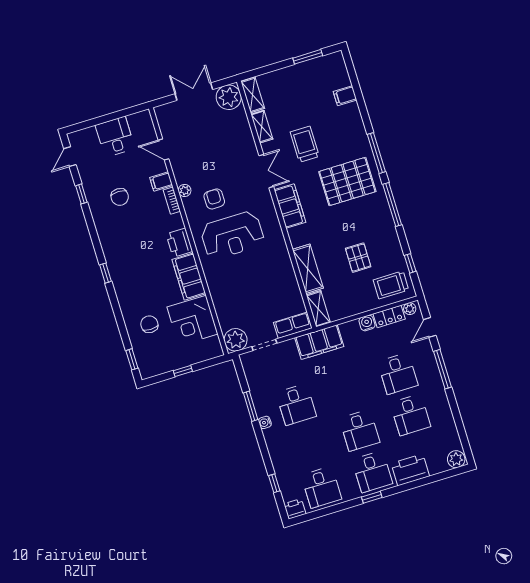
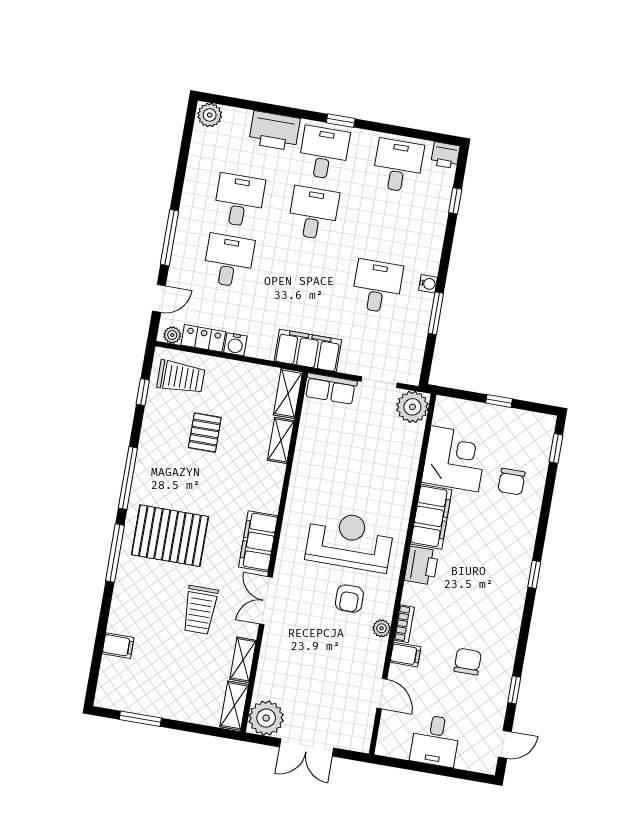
shelving: (308, 269) -> (281, 440), width x0.67, depth x0.75

